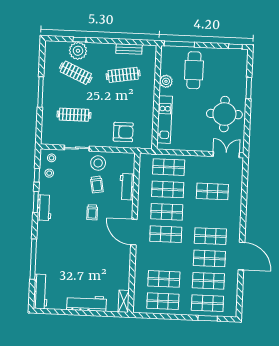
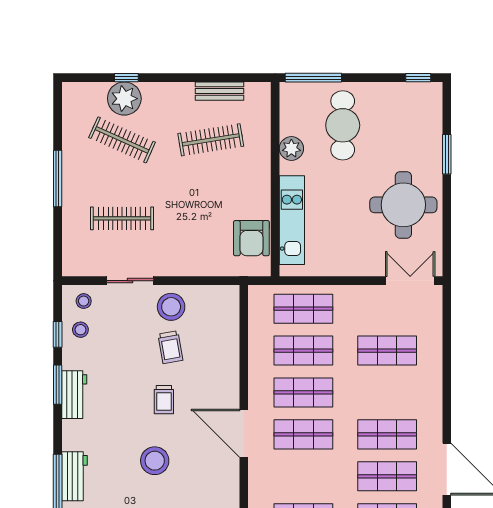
armchair: (123, 132) -> (251, 238), moved, turned 90
workbench: (127, 187) -> (74, 476), moved, turned 180
stool: (86, 245) -> (155, 461), added

